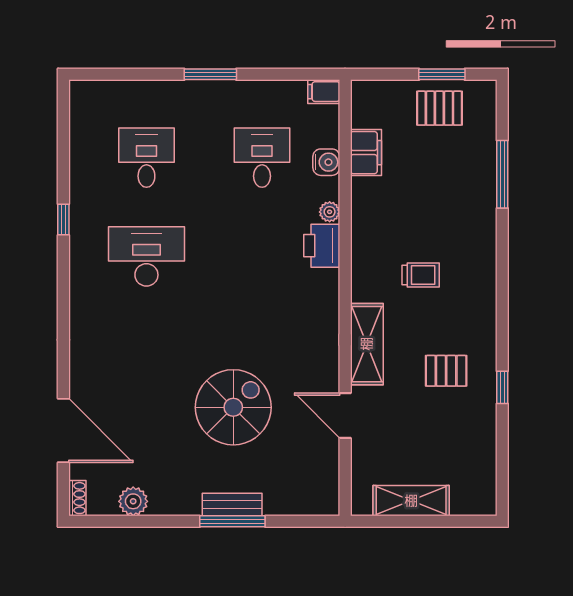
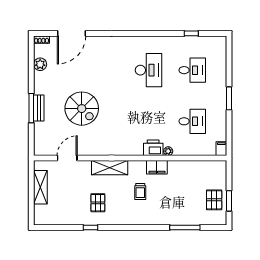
filing cabinet: (366, 153) -> (157, 167), moved
water cooler: (326, 162) -> (190, 150), removed
window: (63, 220) -> (191, 33), moved
door: (345, 416) -> (67, 158), moved

